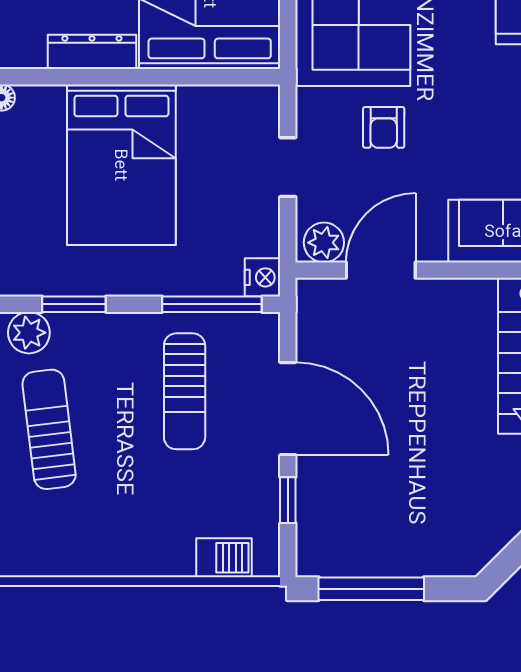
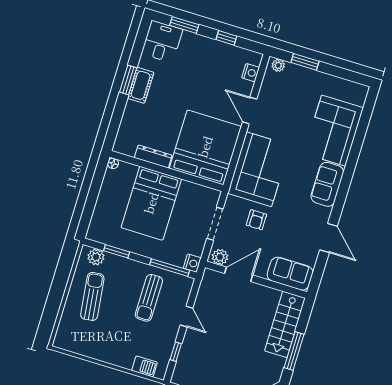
doorway: (288, 167) -> (215, 224), width x1.38
door: (288, 409) -> (187, 317), width x0.53

